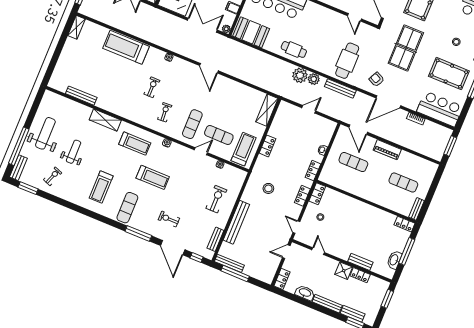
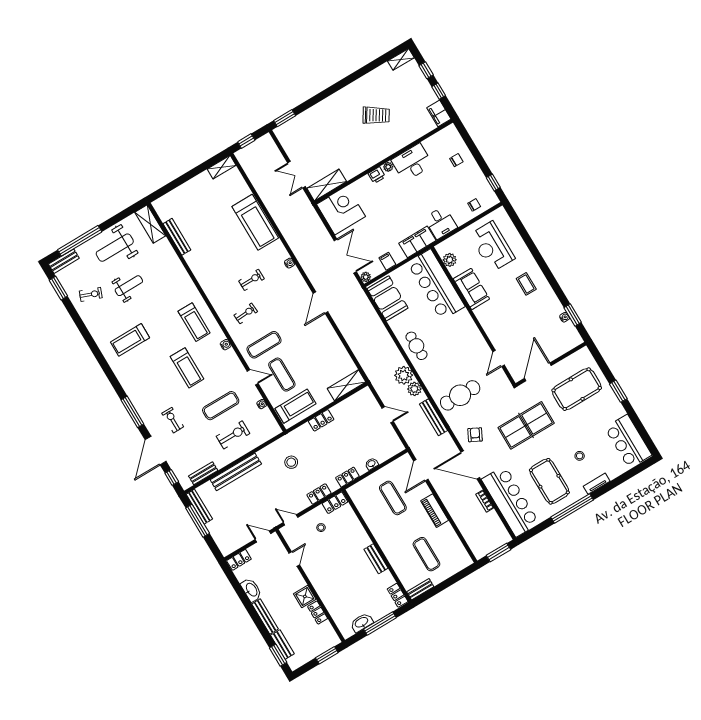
treadmill: (126, 47) -> (255, 222), turned 180
bar counter: (440, 109) -> (510, 501), width x1.36
shelving: (105, 120) -> (150, 224), moved
weight bench: (45, 133) -> (115, 248), turned 180
exercise mat: (127, 208) -> (221, 406), moved
door: (296, 227) -> (291, 520), hinge flipped
bench: (360, 262) -> (376, 559), moved

